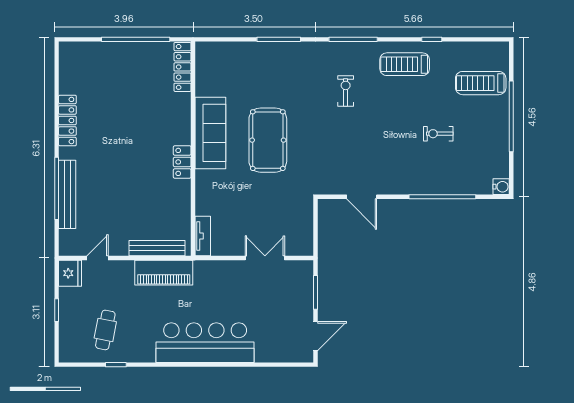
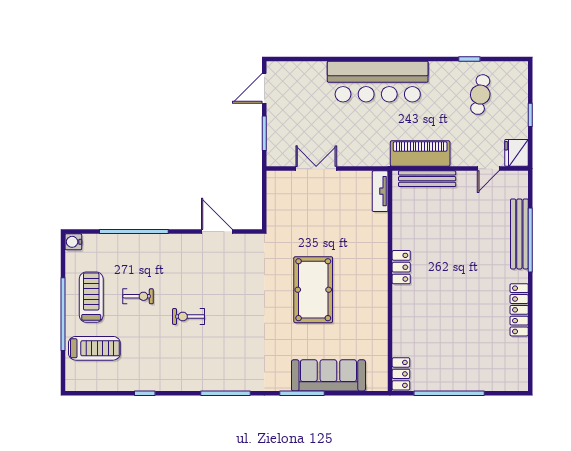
treadmill: (405, 64) -> (91, 297), moved, turned -90
locker: (182, 67) -> (401, 374), width x0.66
exercise bike: (346, 91) -> (189, 316), moved, turned 90
sofa: (210, 133) -> (328, 375), moved, turned 90
double door: (265, 258) -> (316, 169), swing flipped

